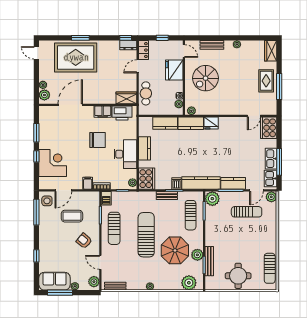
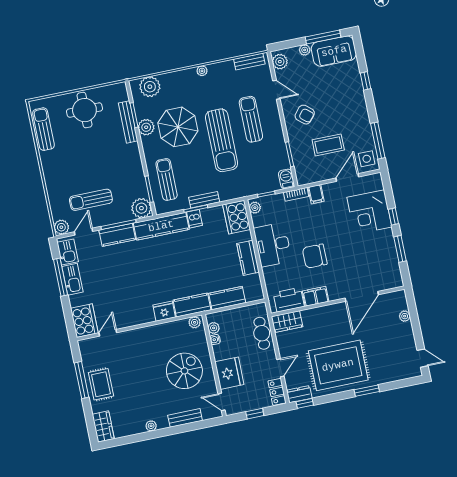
rug: (76, 57) -> (338, 365), moved
plant: (44, 95) -> (400, 303), removed
sun lounger: (114, 228) -> (251, 119), moved

